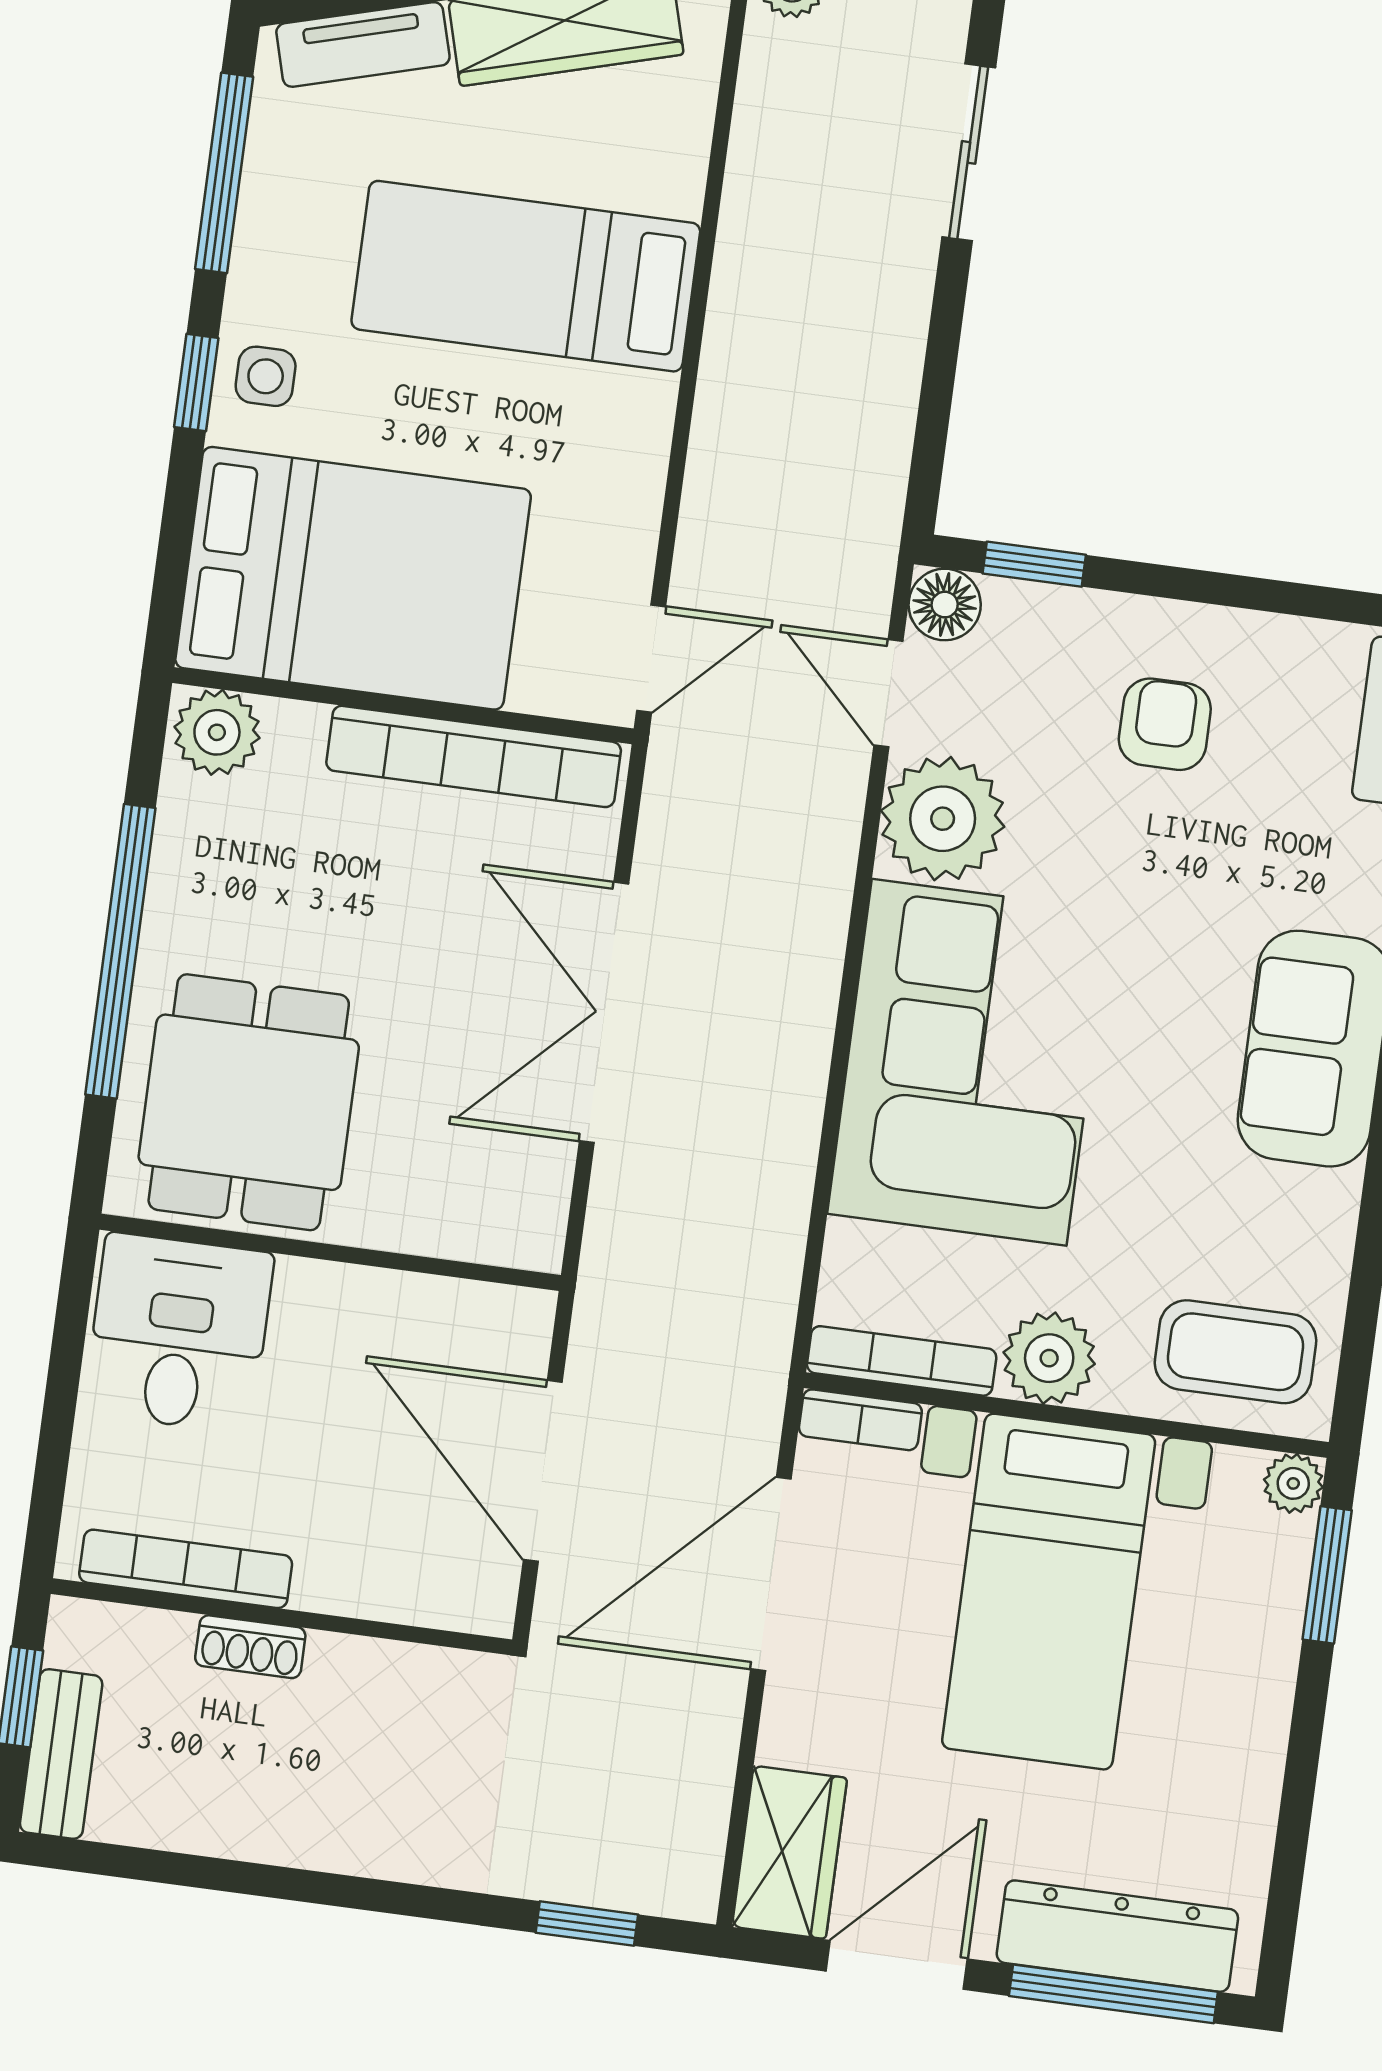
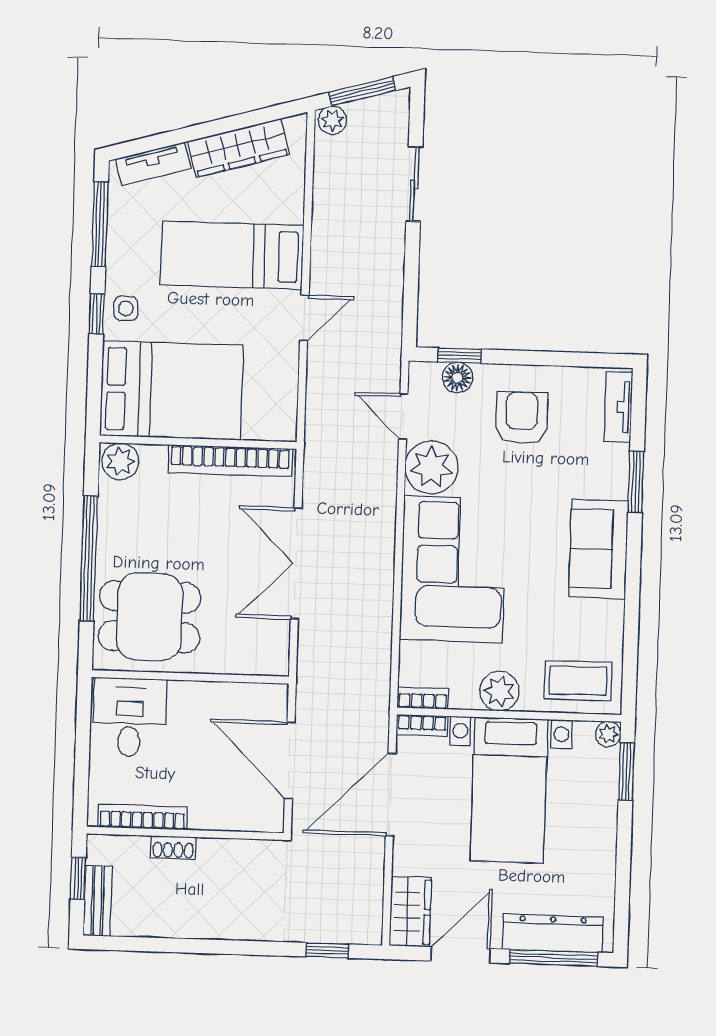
floor lamp: (945, 605) -> (457, 378), moved
door: (651, 658) -> (304, 318), moved
armchair: (1165, 724) -> (522, 418), width x1.38, depth x1.38
dining table: (249, 1102) -> (149, 617), turned 90
bookcase: (902, 1361) -> (423, 698), width x0.64

